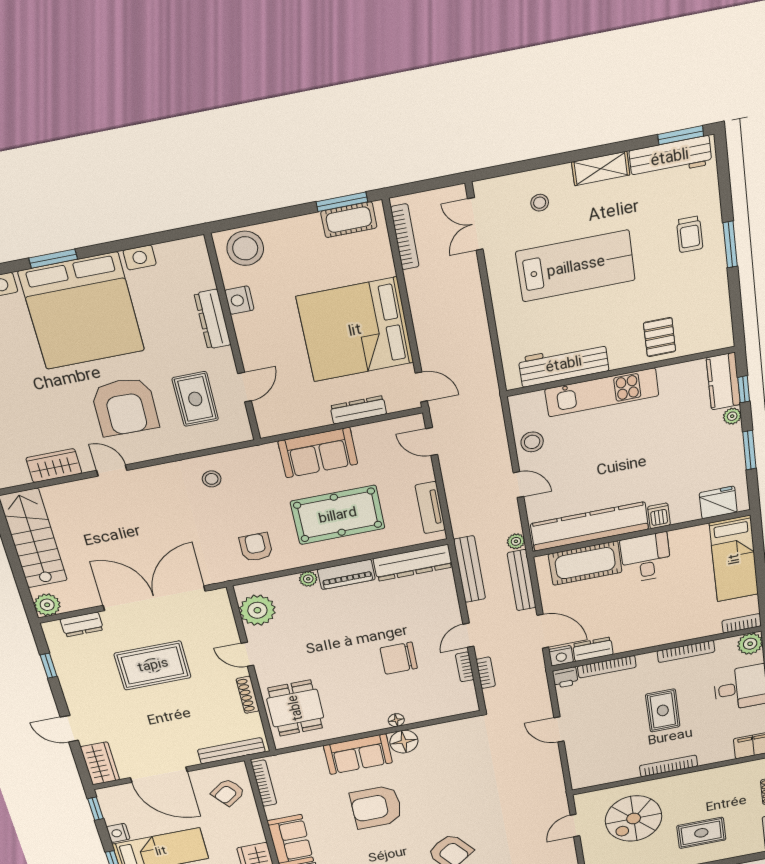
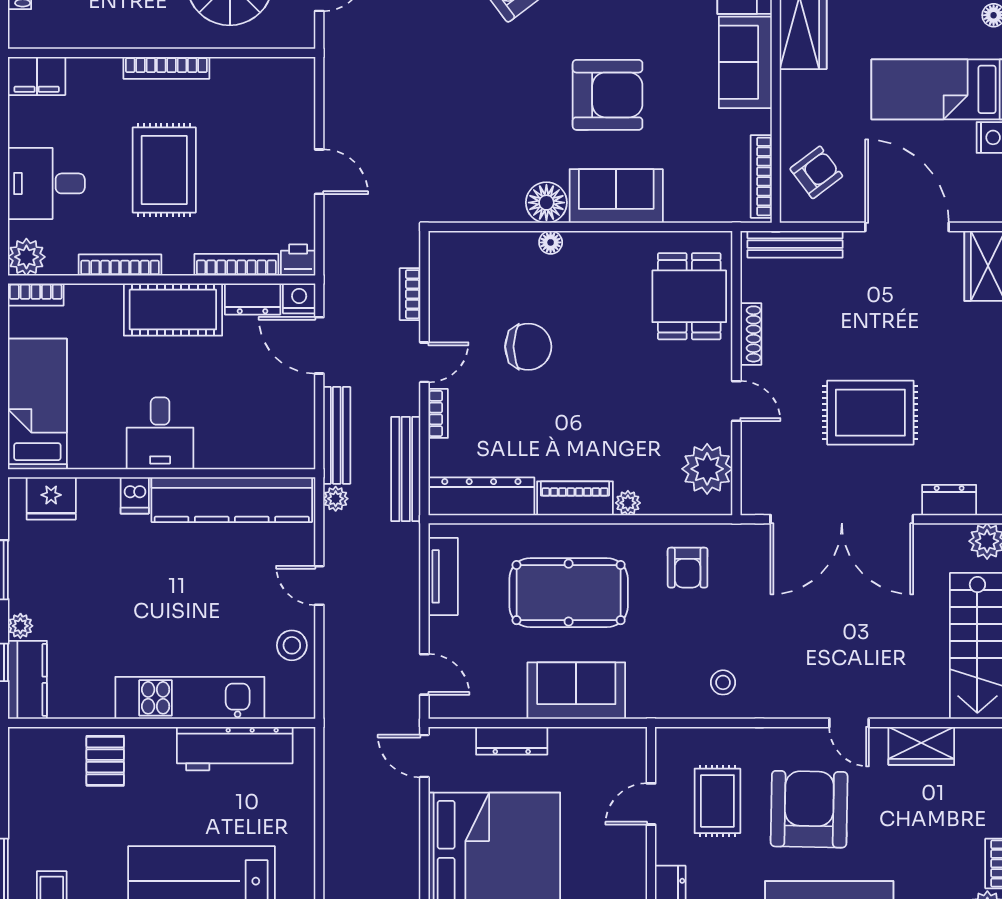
cot: (585, 563) -> (173, 310), moved
bookcase: (465, 667) -> (438, 413), moved
rug: (663, 710) -> (164, 170), width x1.36, depth x1.43

